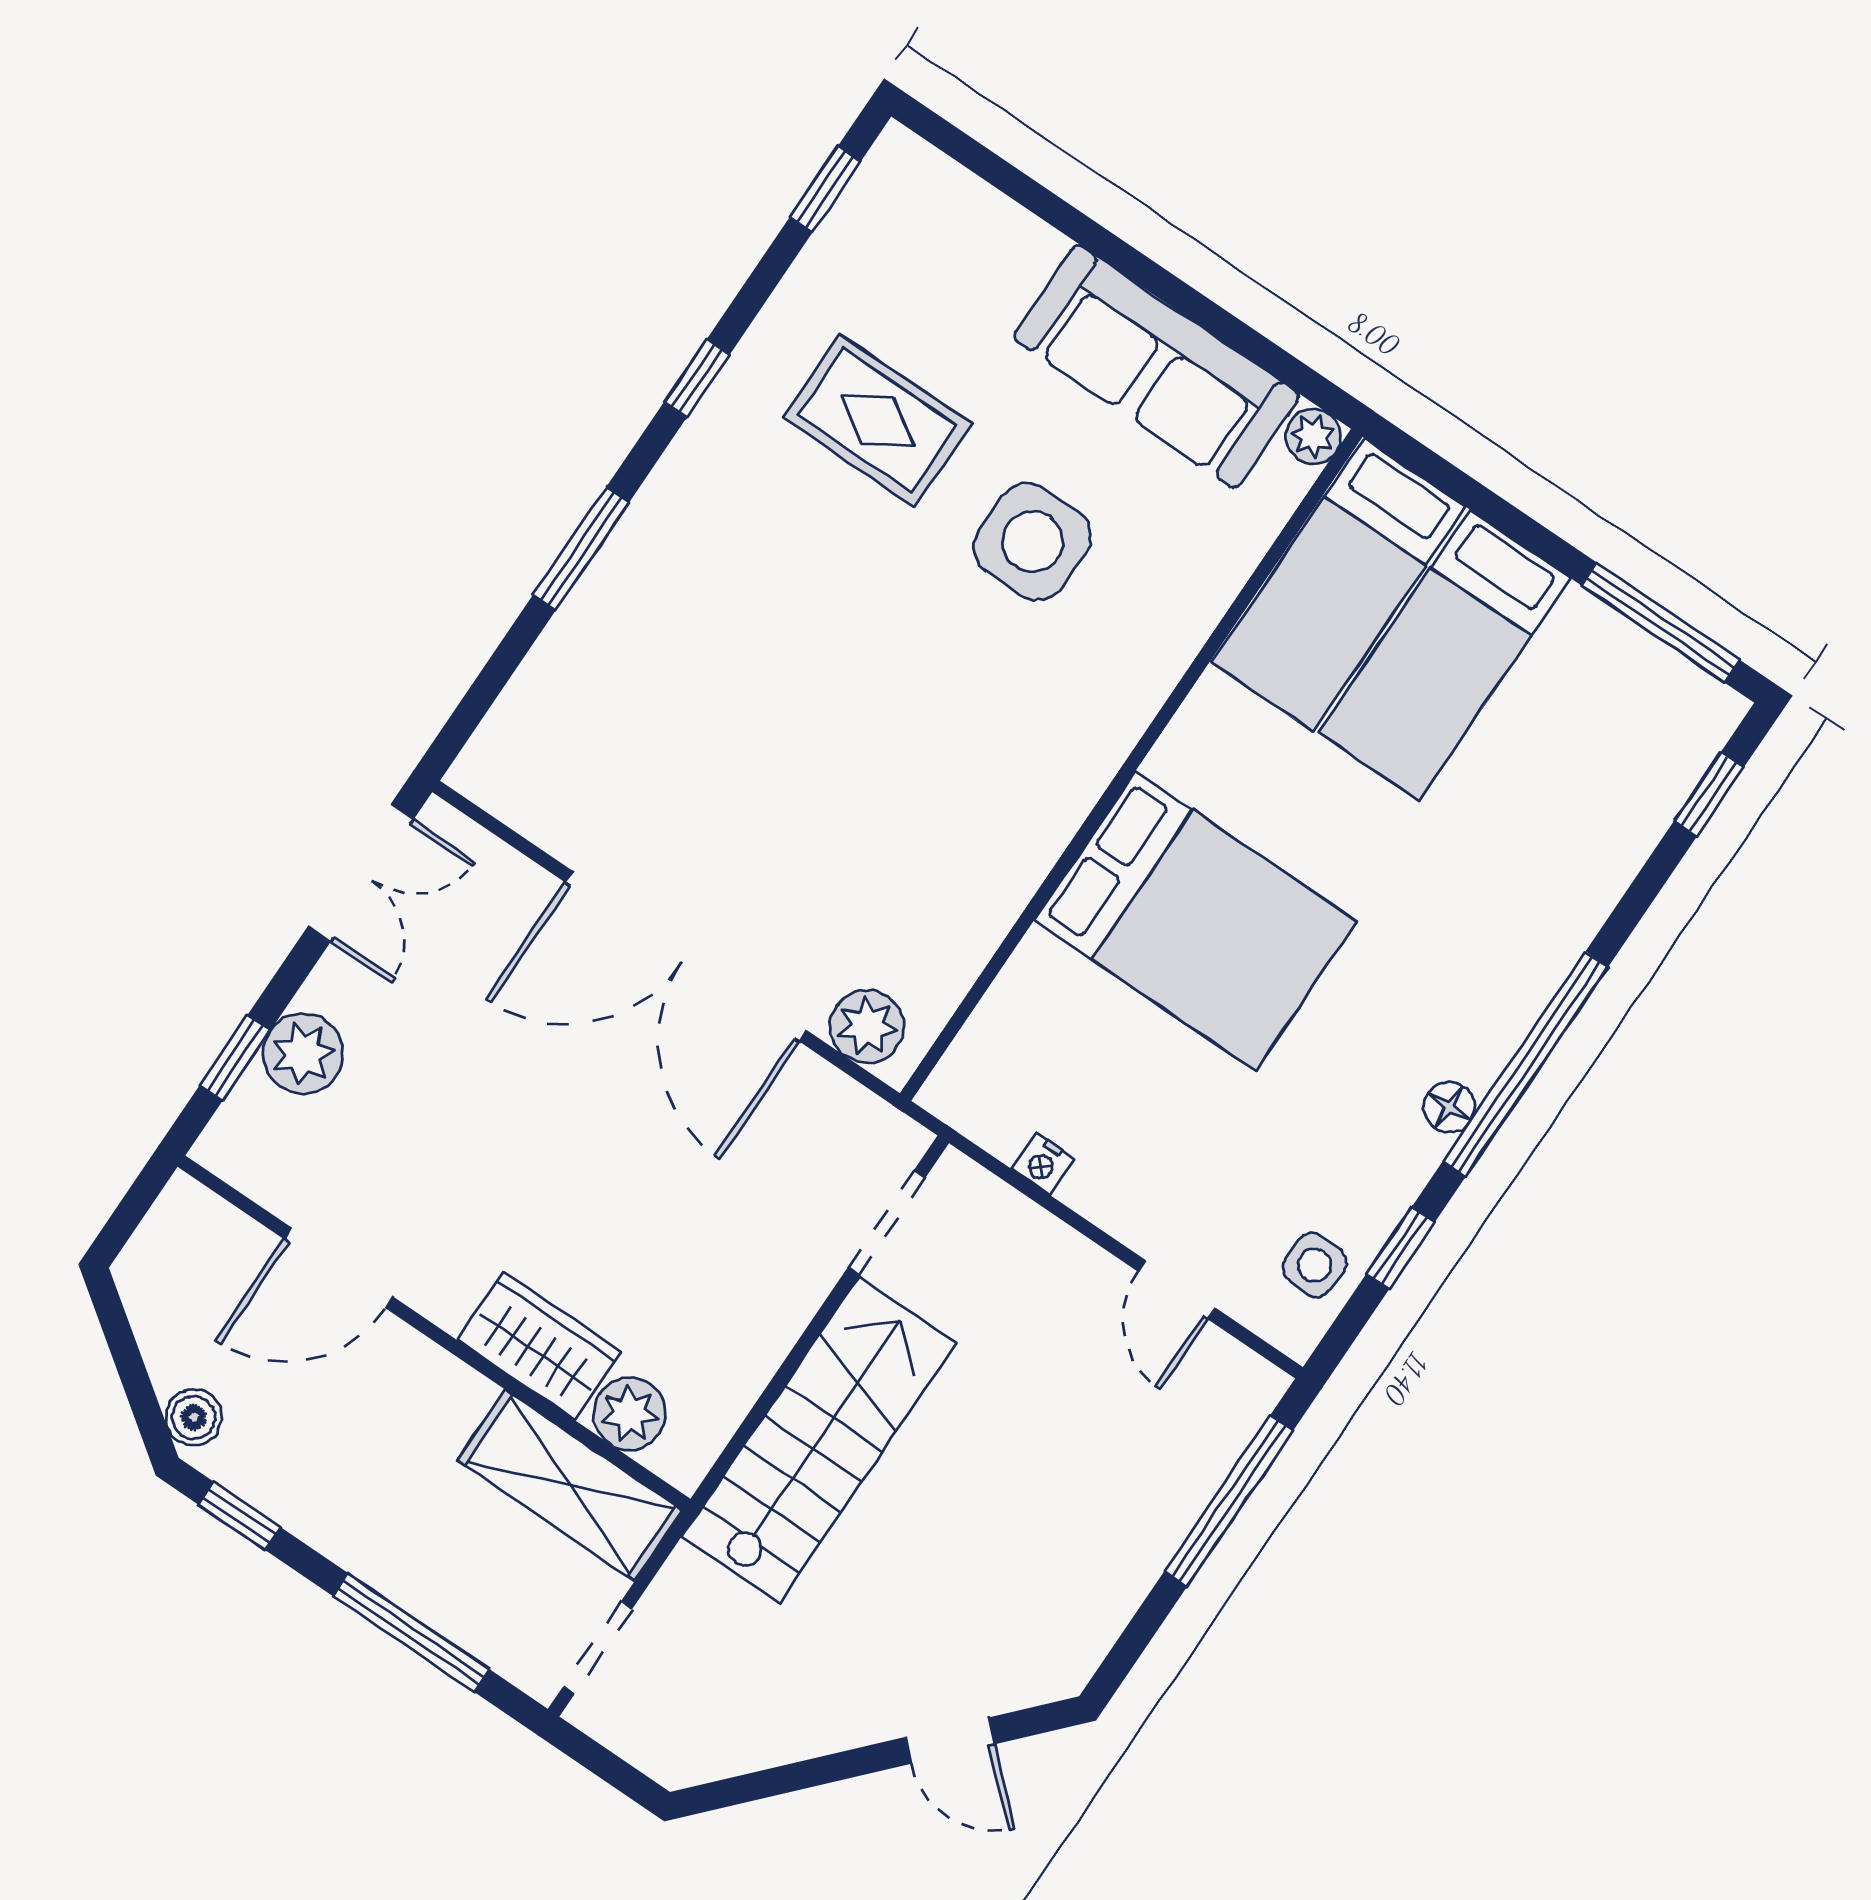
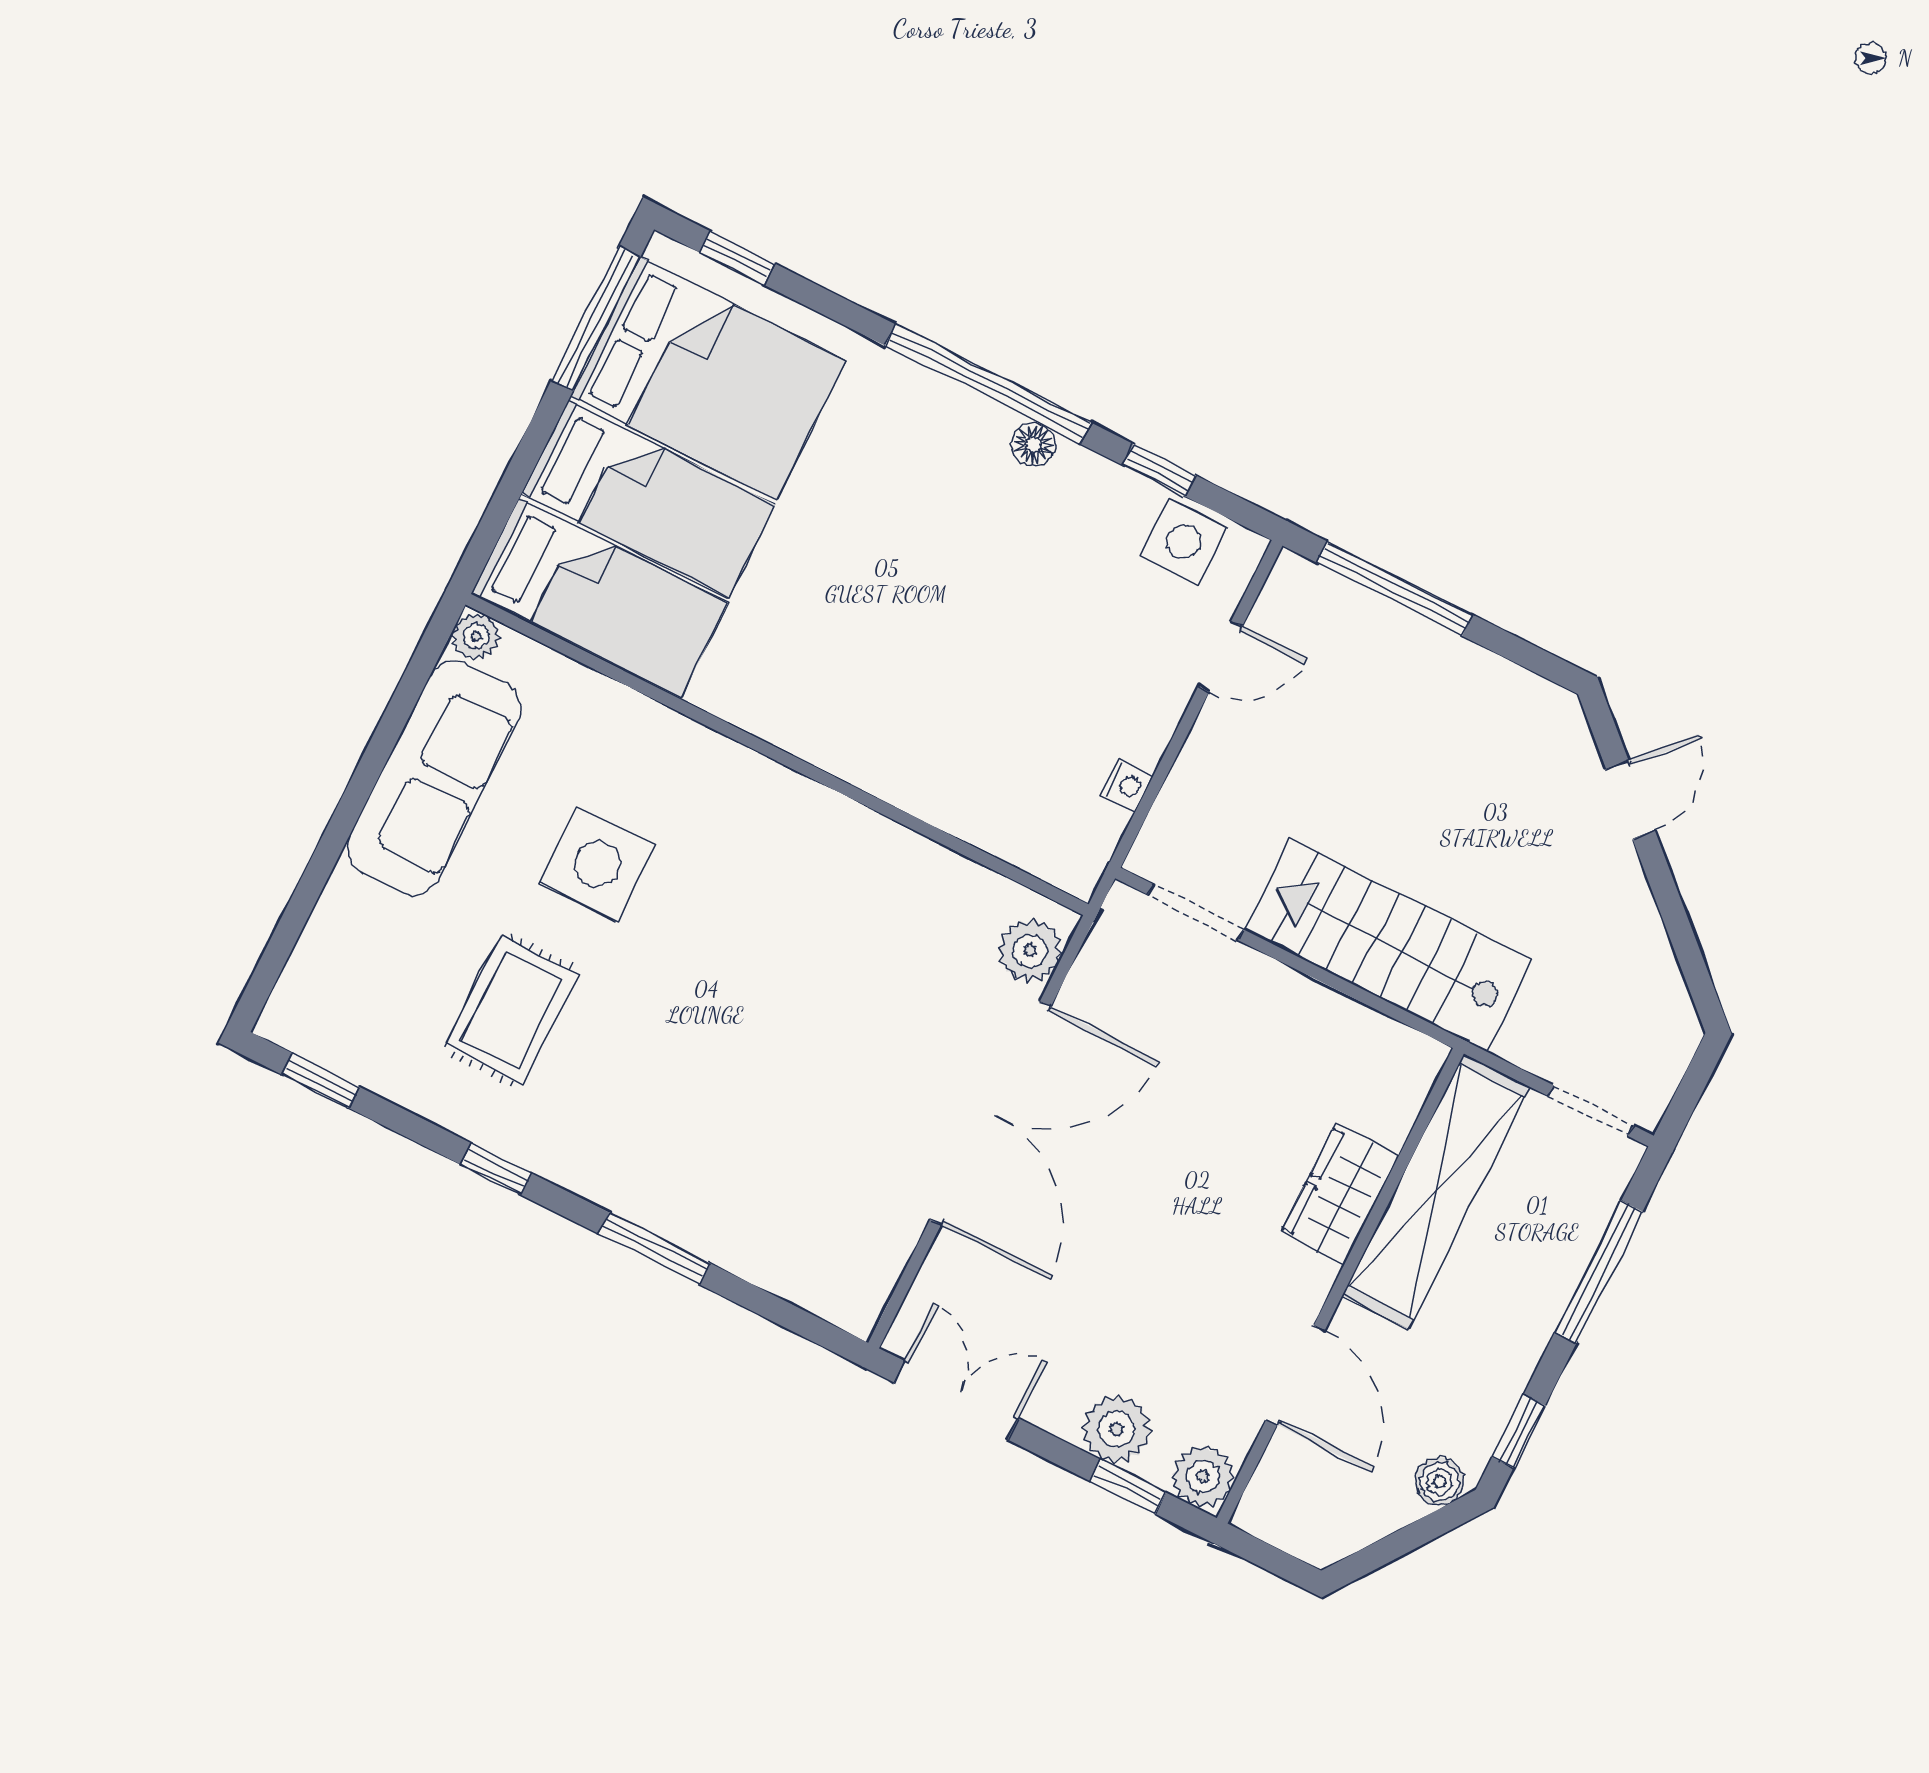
bed: (1195, 921) -> (708, 379), moved, turned 90
side table: (1315, 1265) -> (1183, 542), width x1.37, depth x1.37
plant: (630, 1414) -> (1203, 1477), moved
shelving: (570, 1485) -> (1436, 1191), width x1.47

